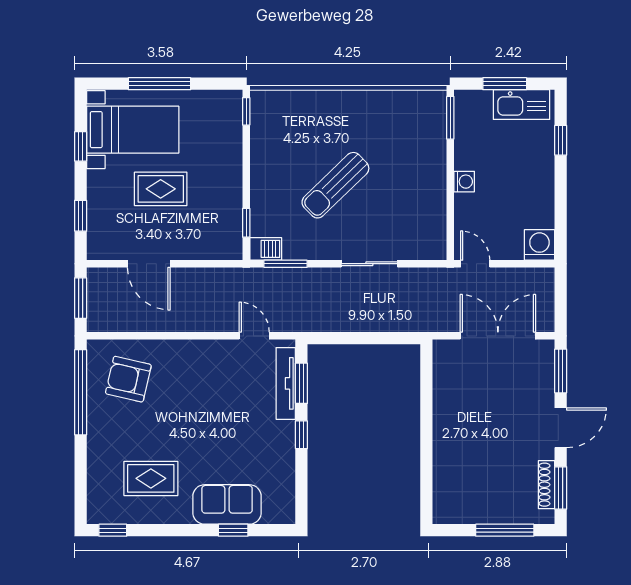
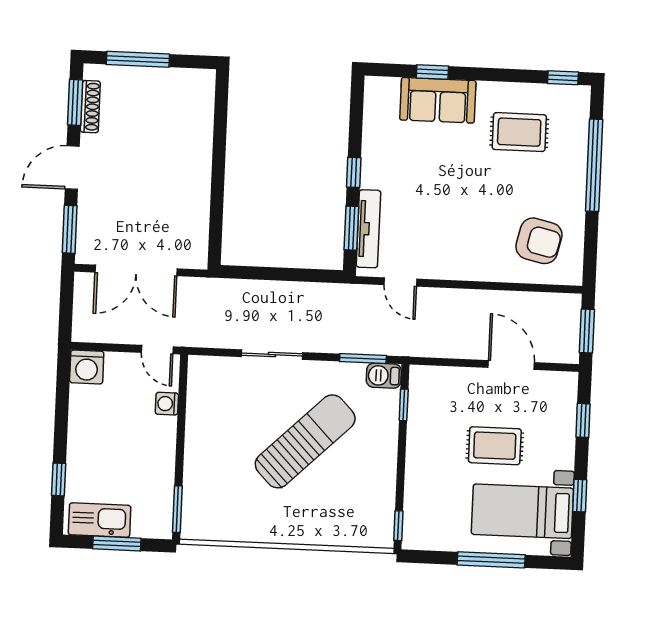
washing machine: (464, 182) -> (167, 404), moved
sun lounger: (335, 185) -> (305, 441), width x1.36, depth x1.34
window: (81, 392) -> (594, 165), moved

